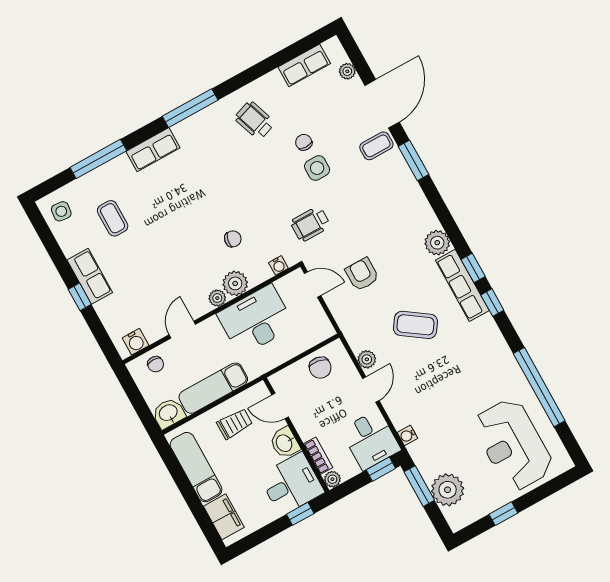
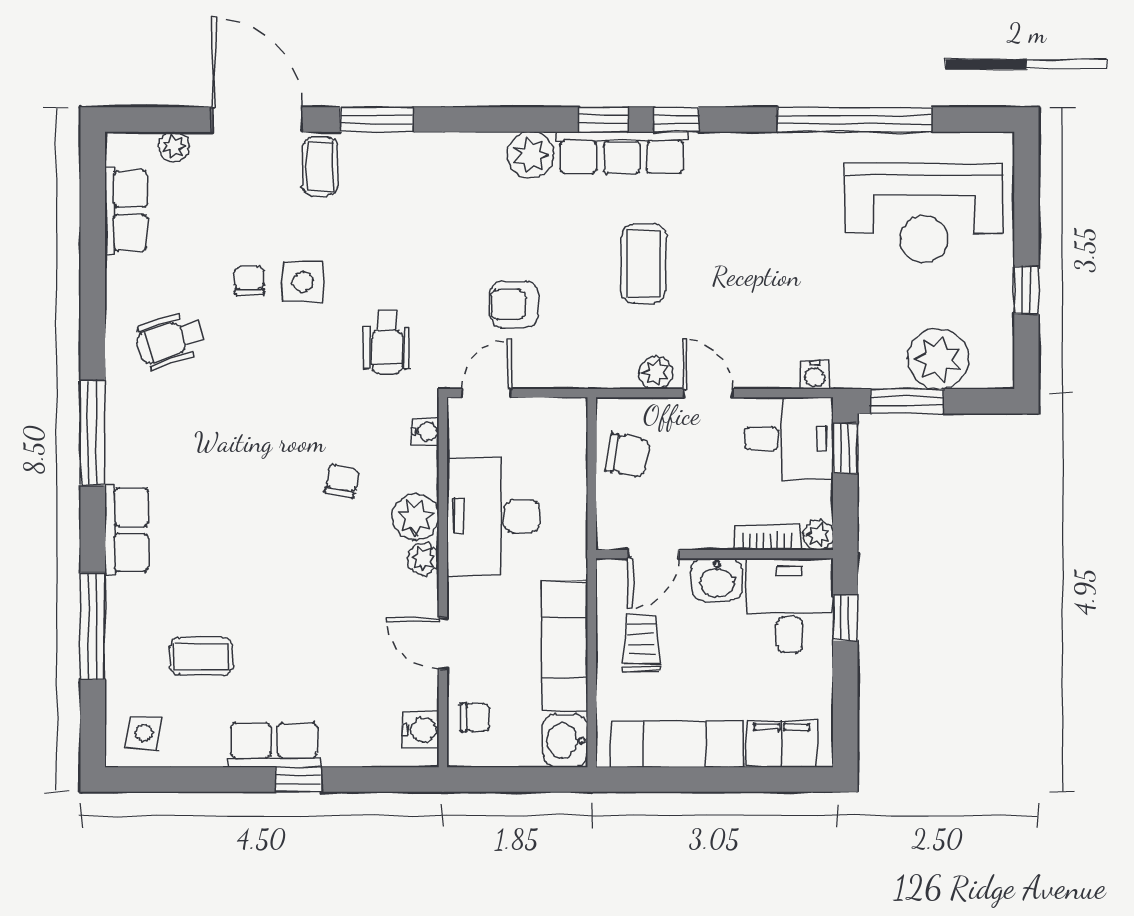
chair: (304, 142) -> (249, 280), turned 90
coffee table: (415, 325) -> (644, 263), turned -35

